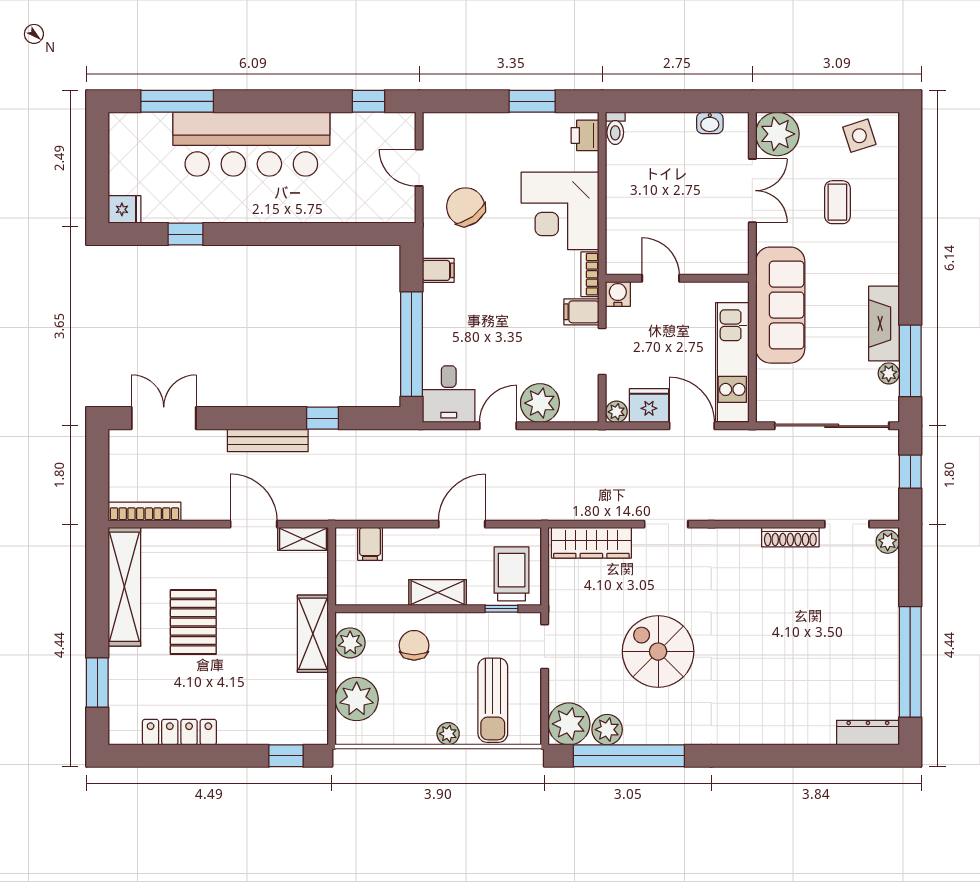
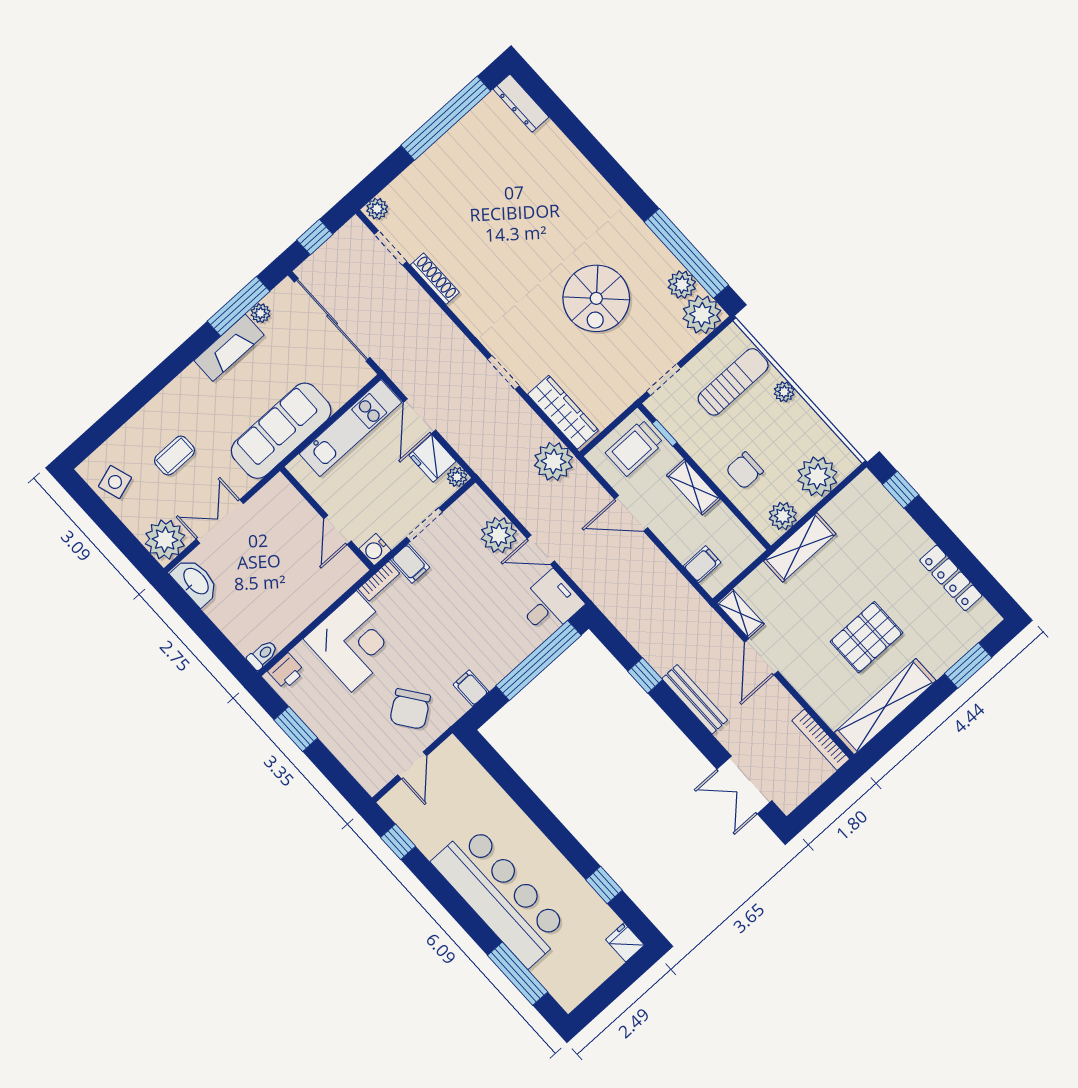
washbasin: (710, 123) -> (195, 582), width x1.91, depth x1.45
plant: (559, 500) -> (553, 461), added

